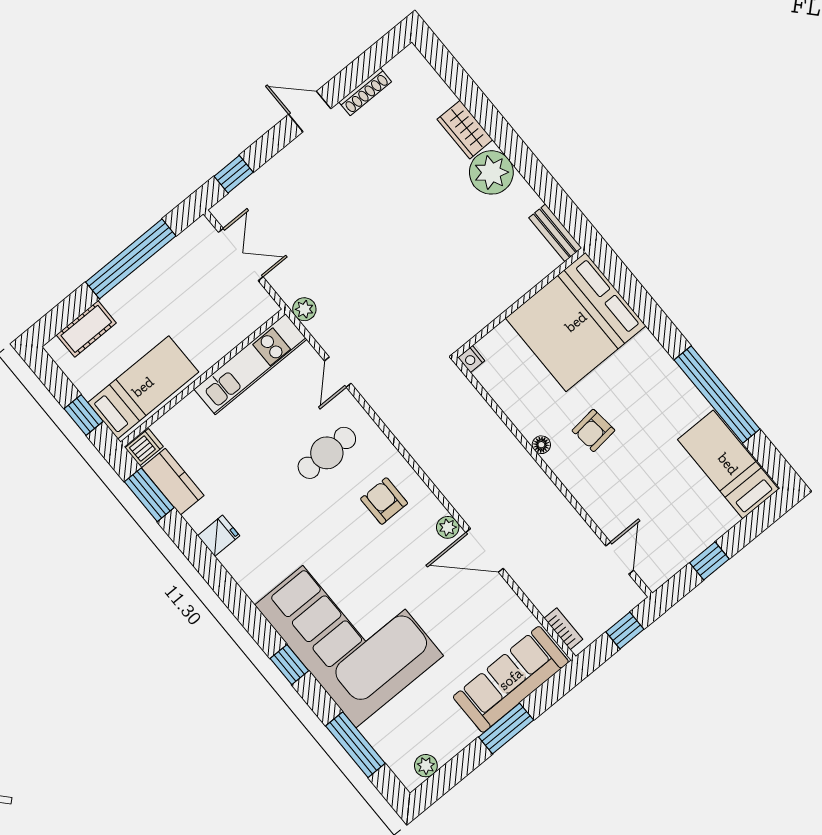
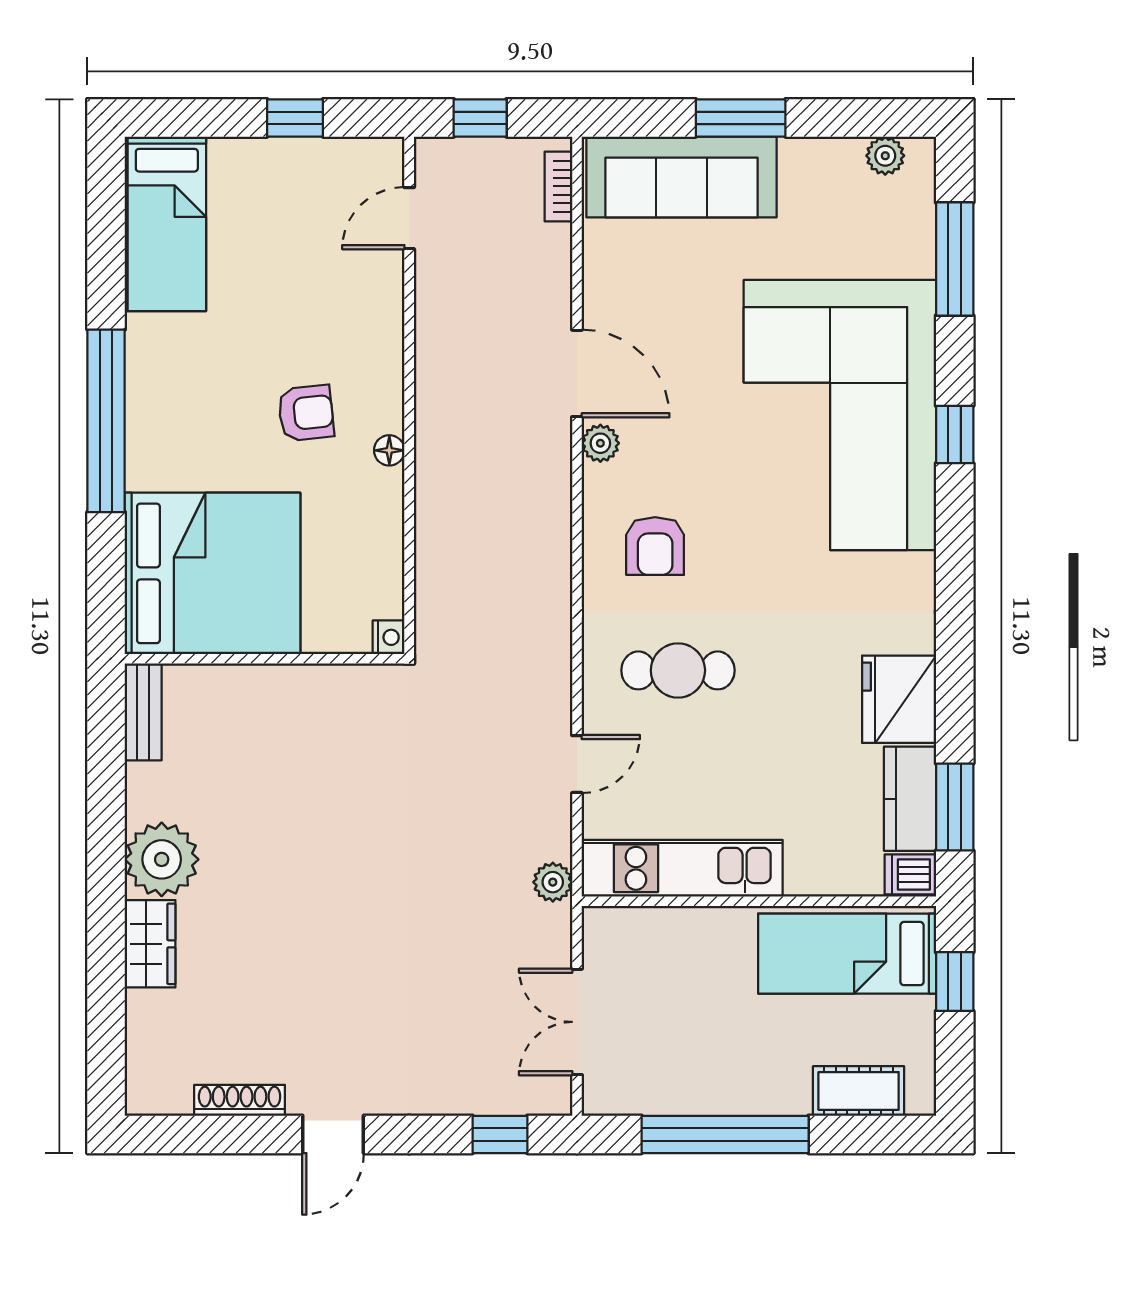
door: (310, 111) -> (333, 1134), hinge flipped
window: (717, 394) -> (106, 421), moved
fridge: (219, 536) -> (899, 699), width x1.88, depth x1.34

